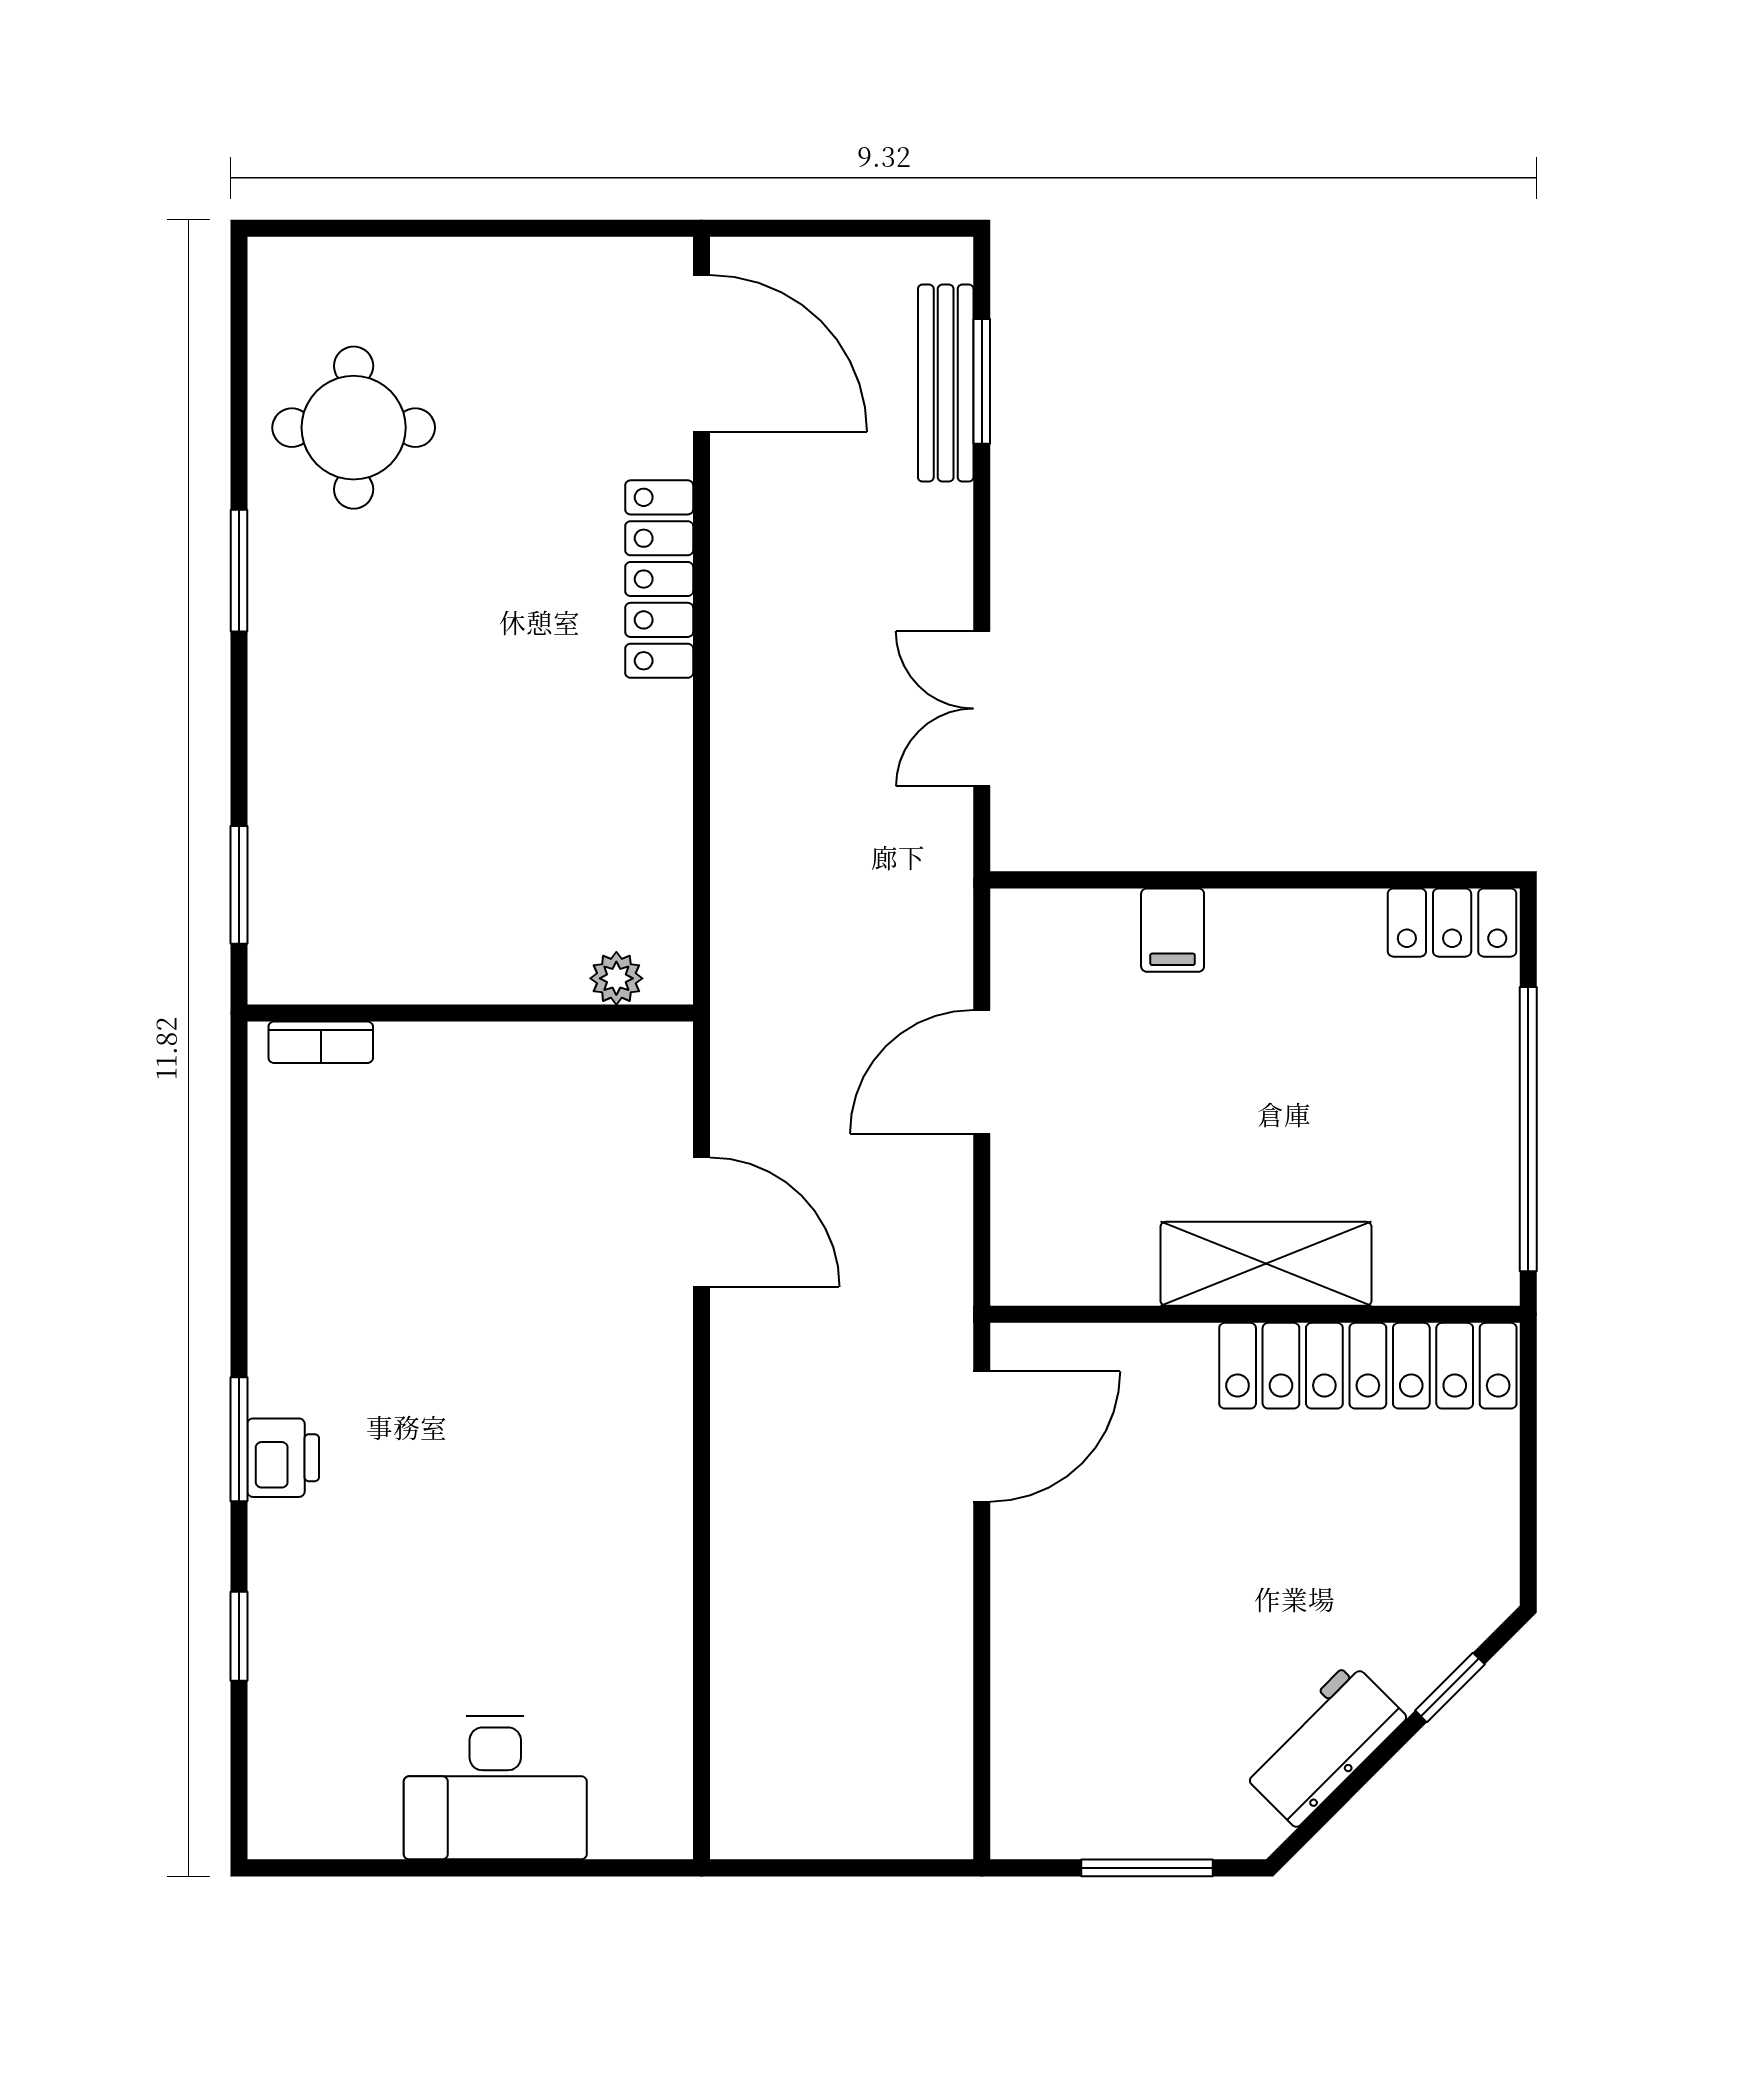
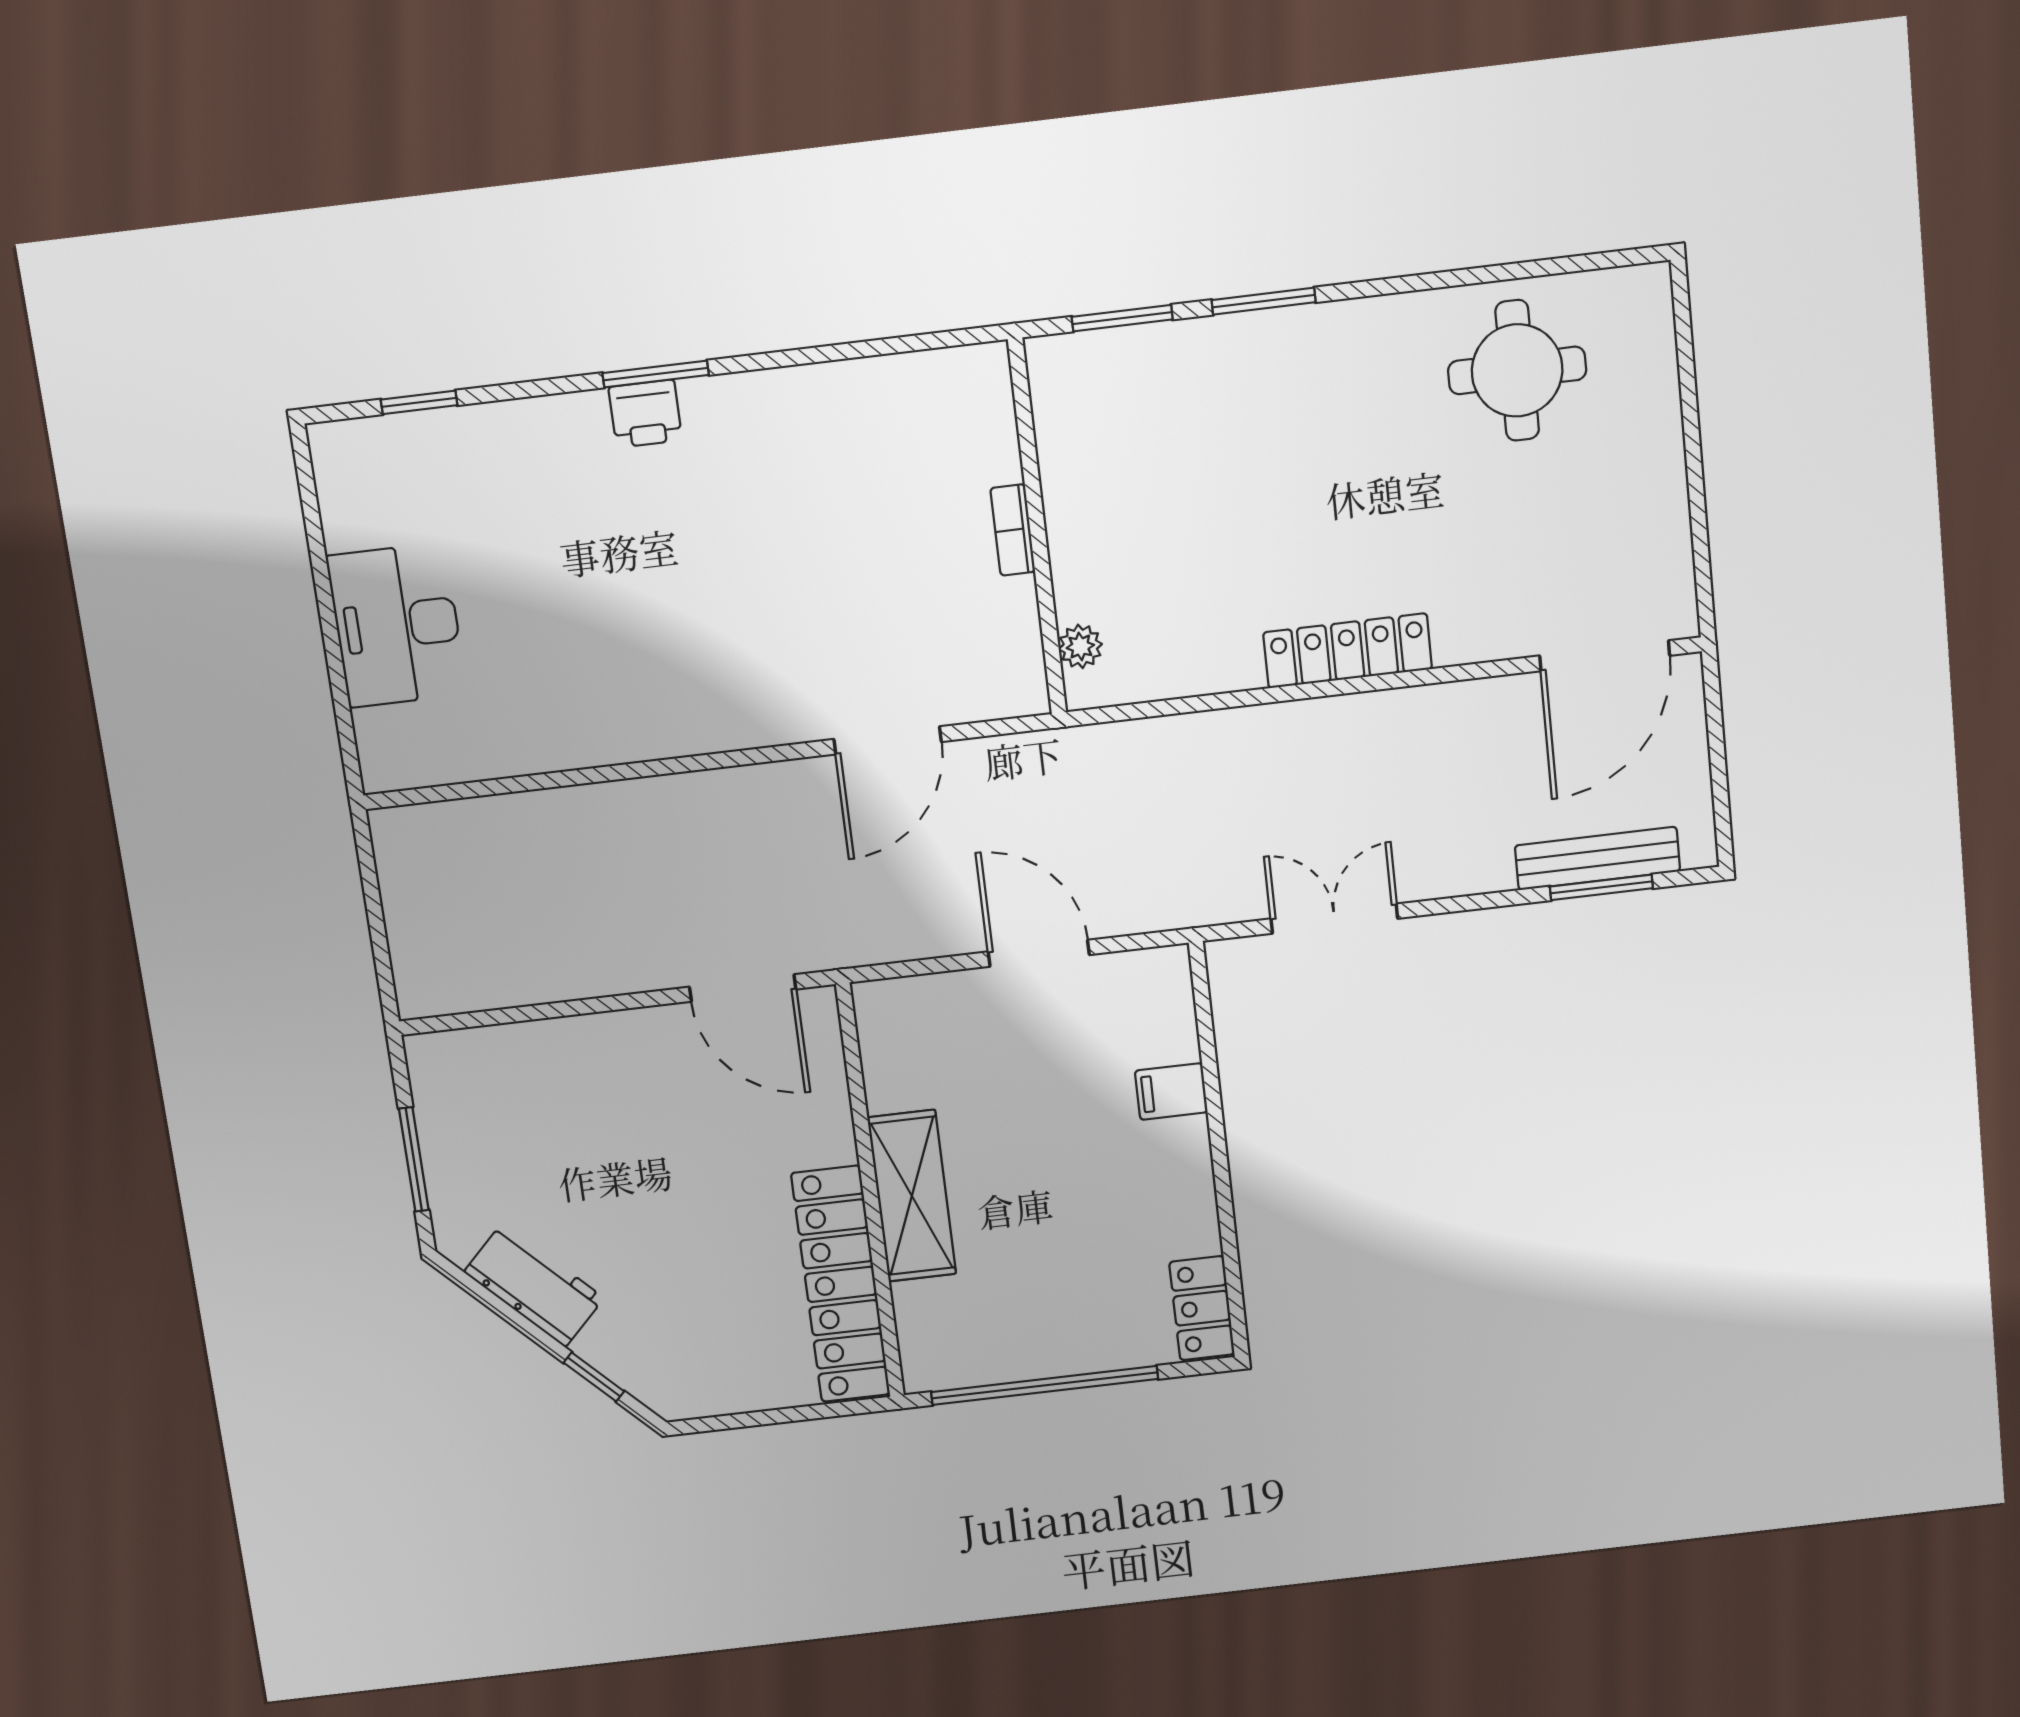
window: (239, 571) -> (1264, 301), moved
locker: (659, 579) -> (1348, 651), moved
bookcase: (321, 1042) -> (1013, 530), moved
window: (239, 1636) -> (419, 402), moved

